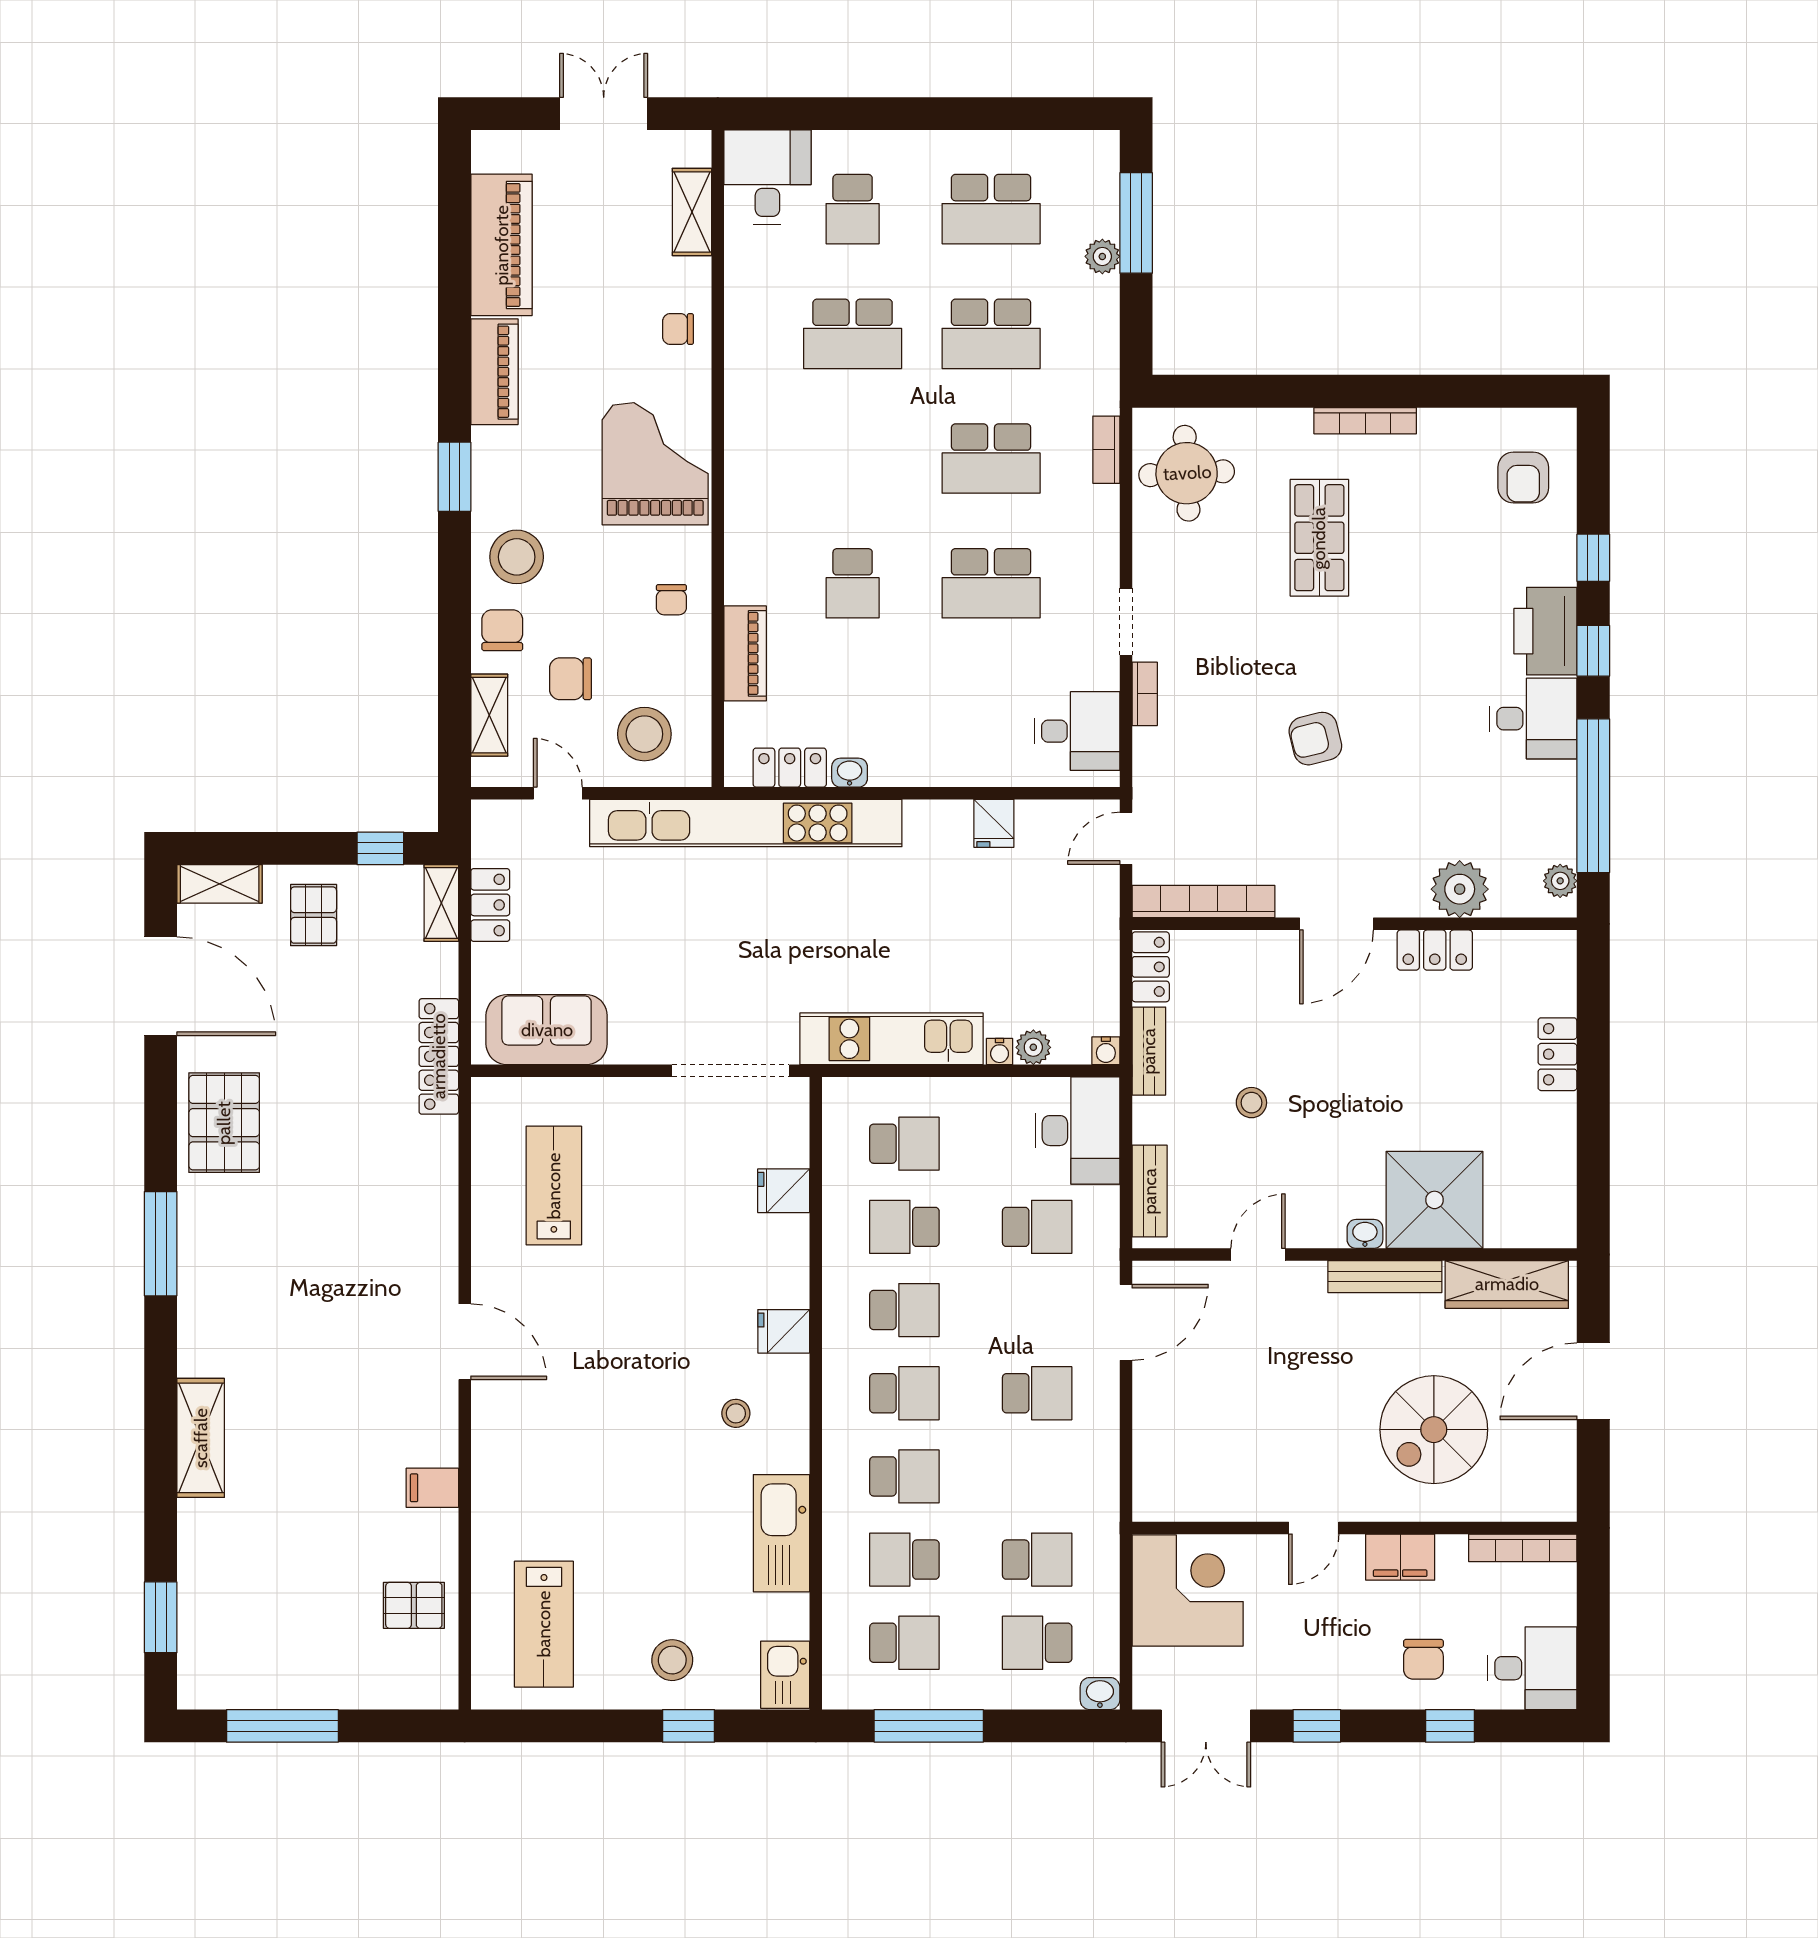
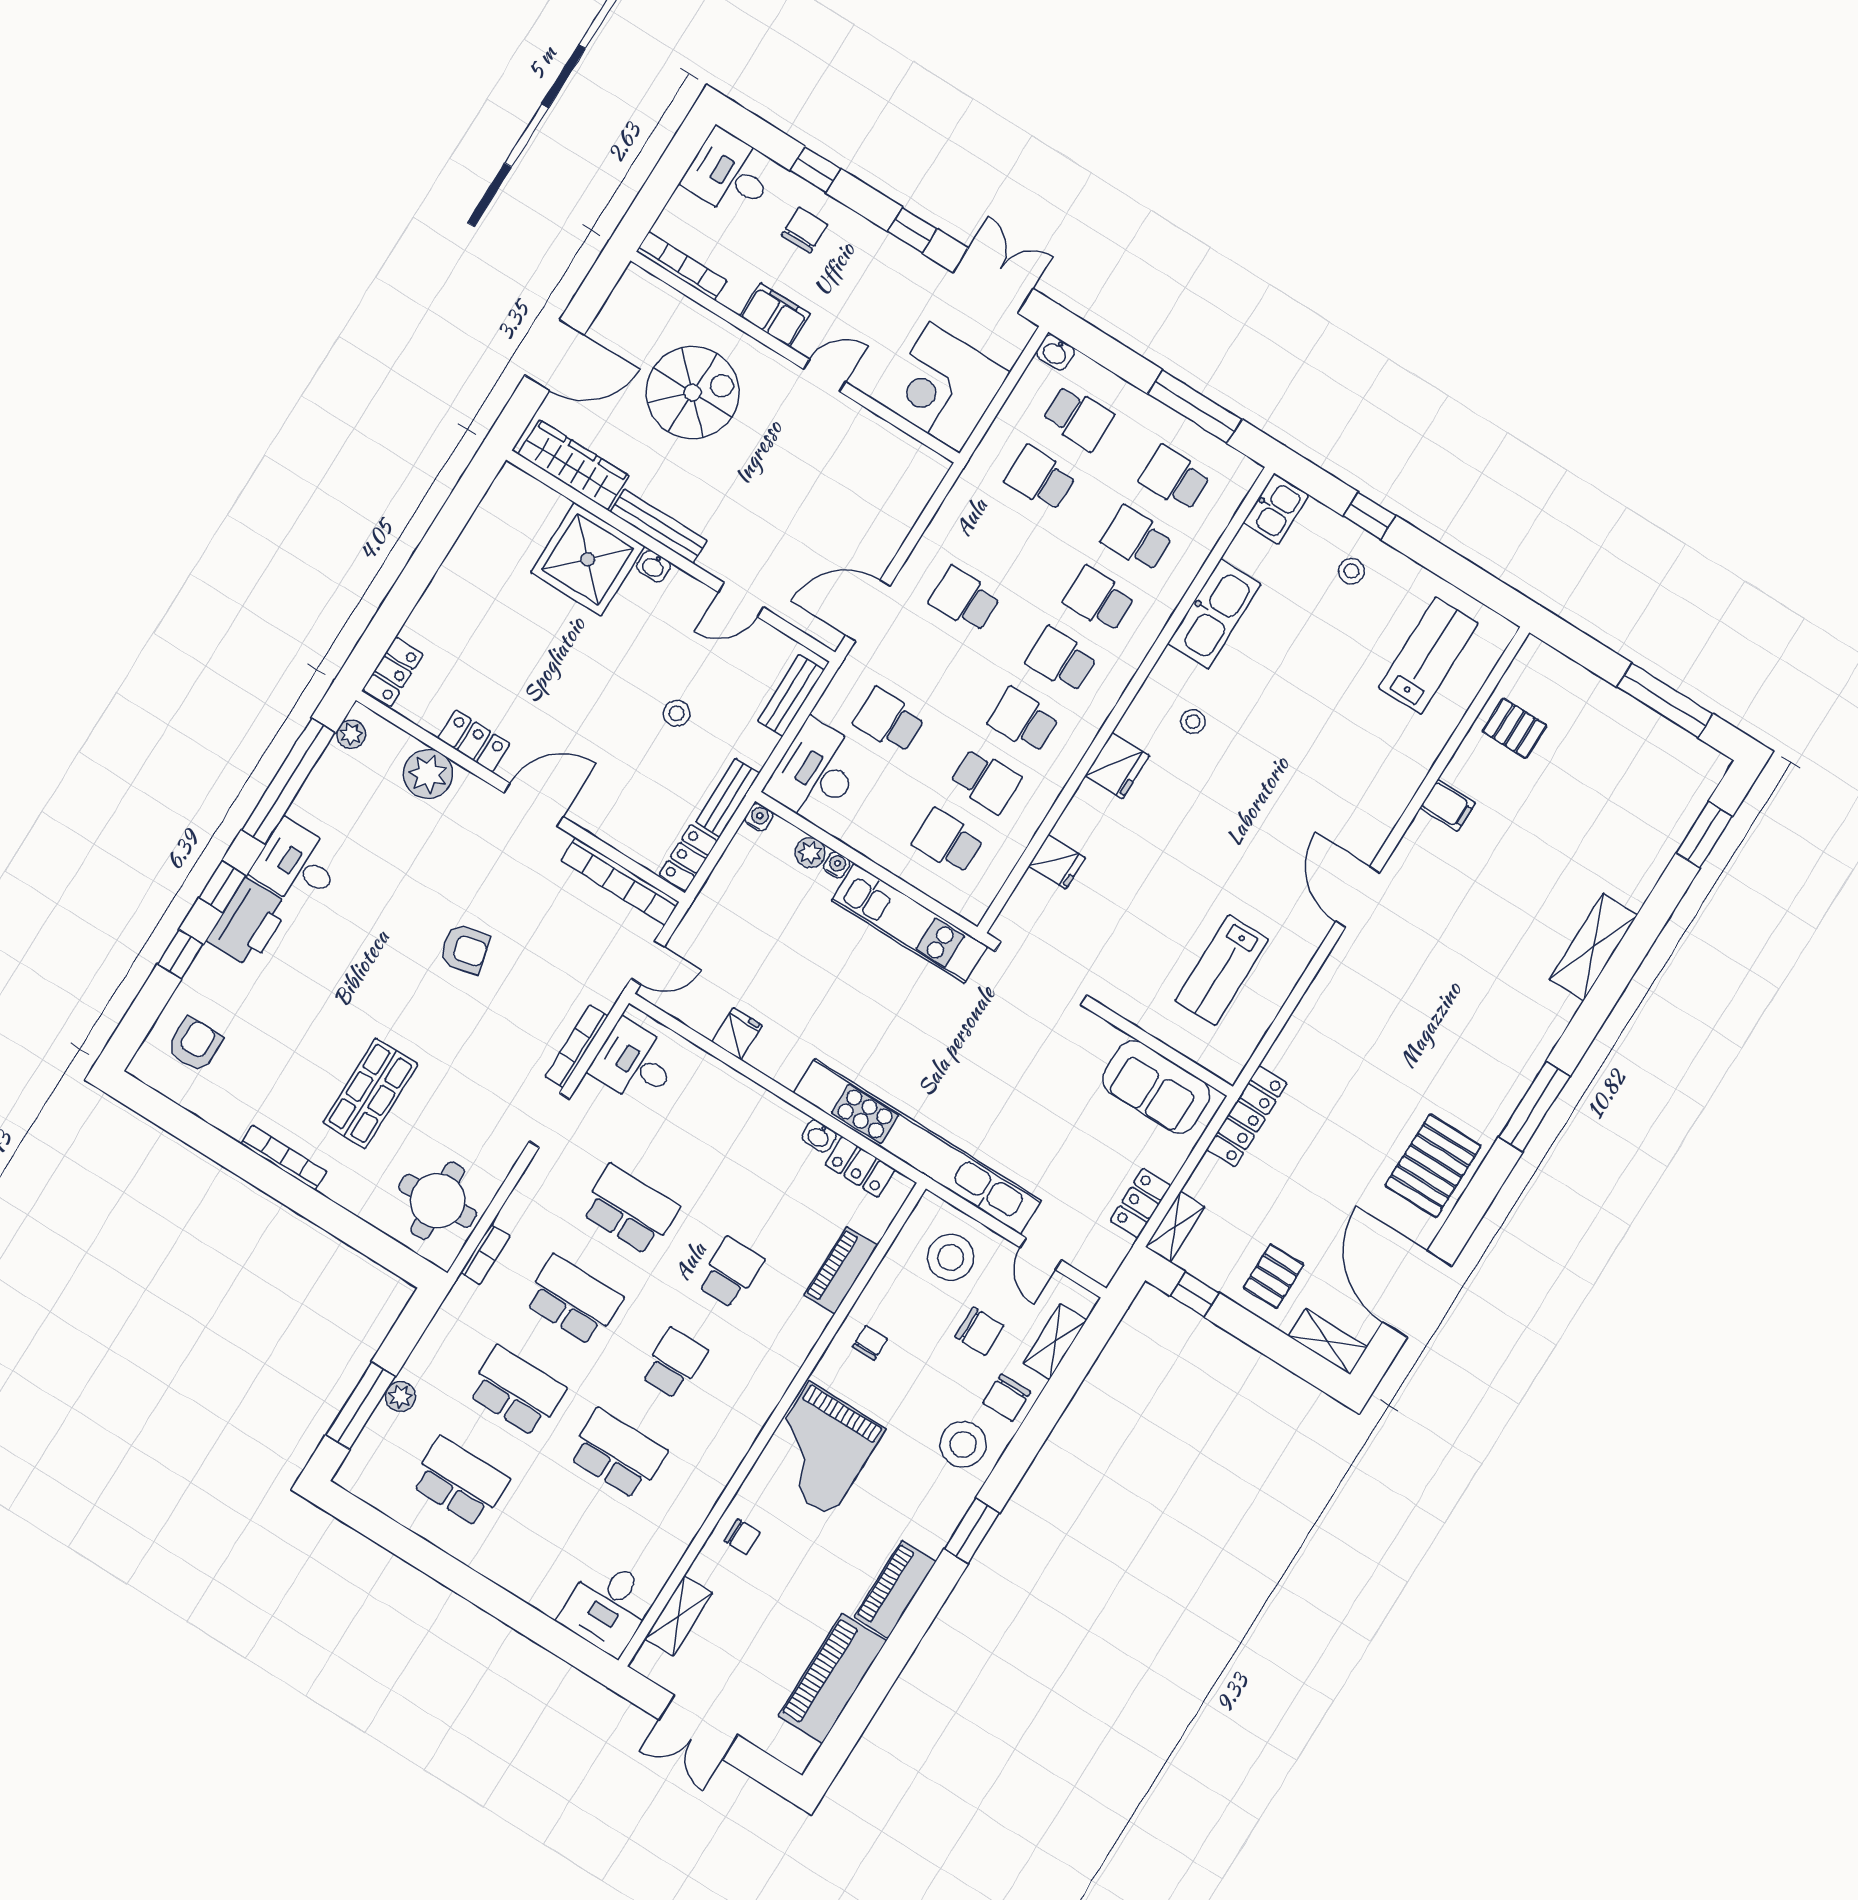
school desk: (853, 209) -> (674, 1363), moved
bookcase: (1145, 694) -> (577, 1046), width x1.56
locker: (1557, 1054) -> (393, 672), moved
fridge: (784, 1331) -> (1117, 766), width x1.38
school desk: (904, 1560) -> (1137, 539), turned 180
stool: (672, 1660) -> (1351, 571), width x0.73, depth x0.73

